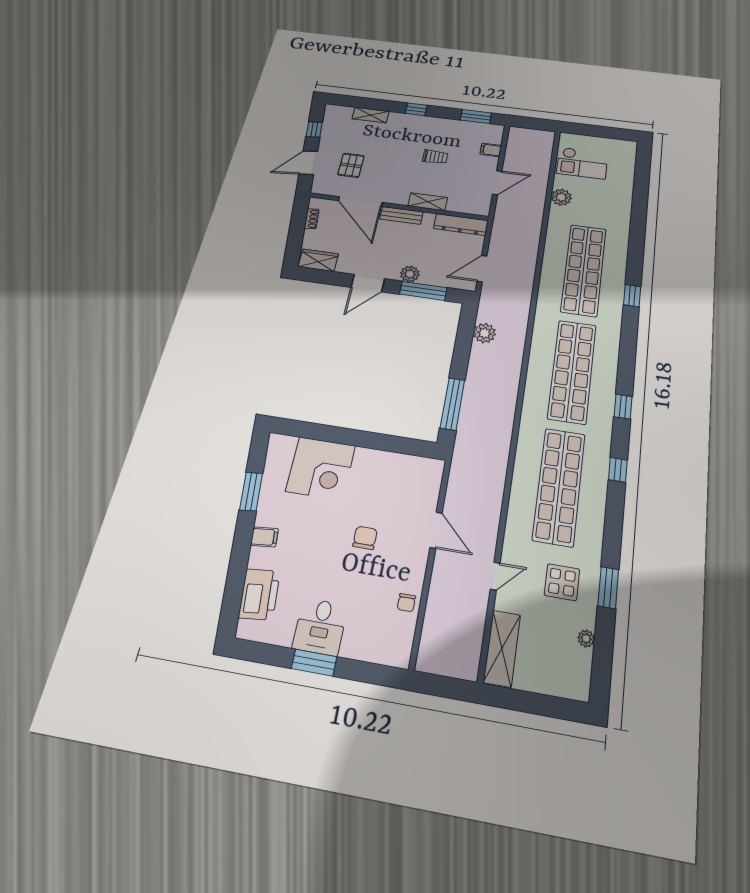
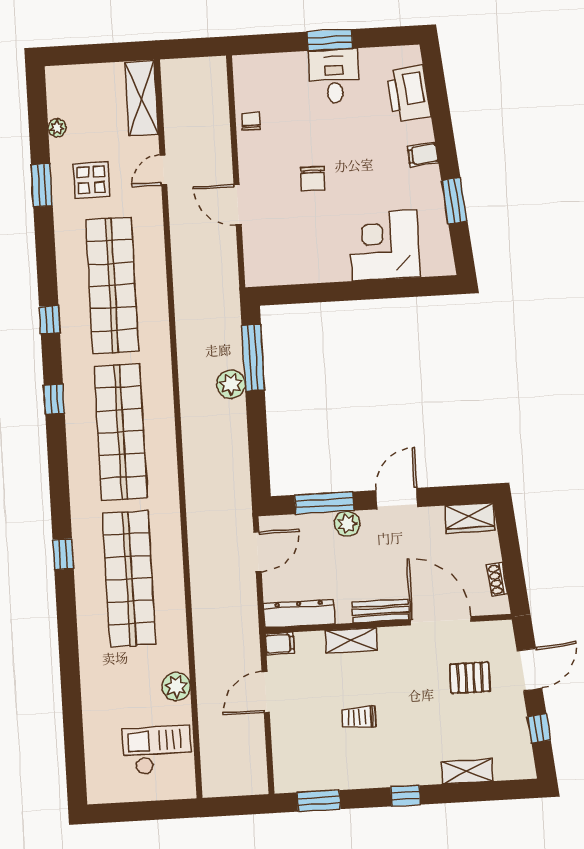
filing cabinet: (491, 150) -> (280, 643), moved
pallet: (351, 165) -> (470, 678), turned 90
plant: (485, 333) -> (231, 384), moved

